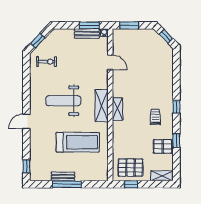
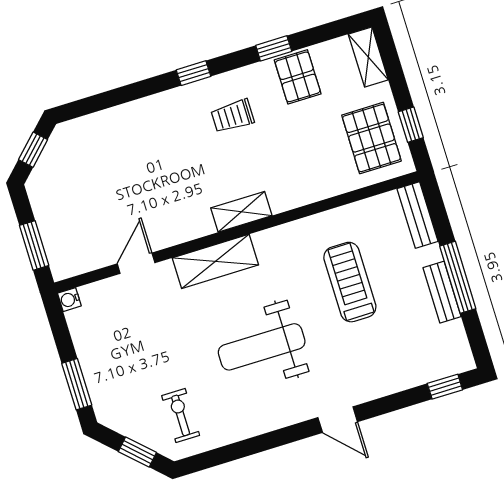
window: (89, 25) -> (77, 384), moved
bench: (87, 33) -> (418, 215), moved
weight bench: (63, 101) -> (262, 347), turned 90
shelving: (102, 106) -> (215, 261), moved
treadmill: (78, 142) -> (350, 282), width x0.73, depth x0.73

